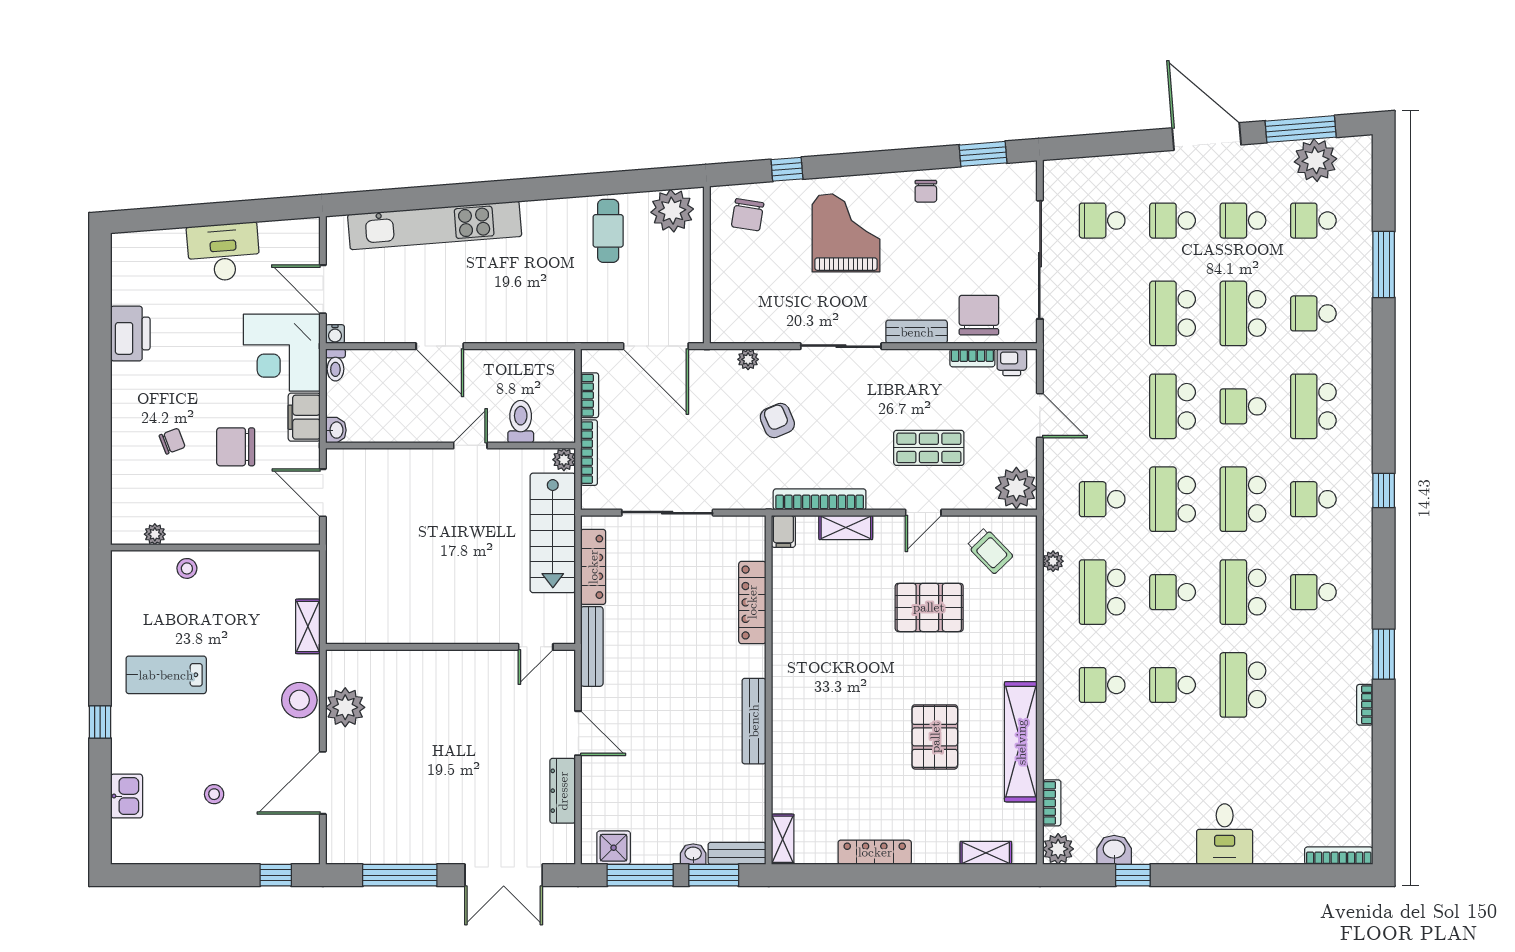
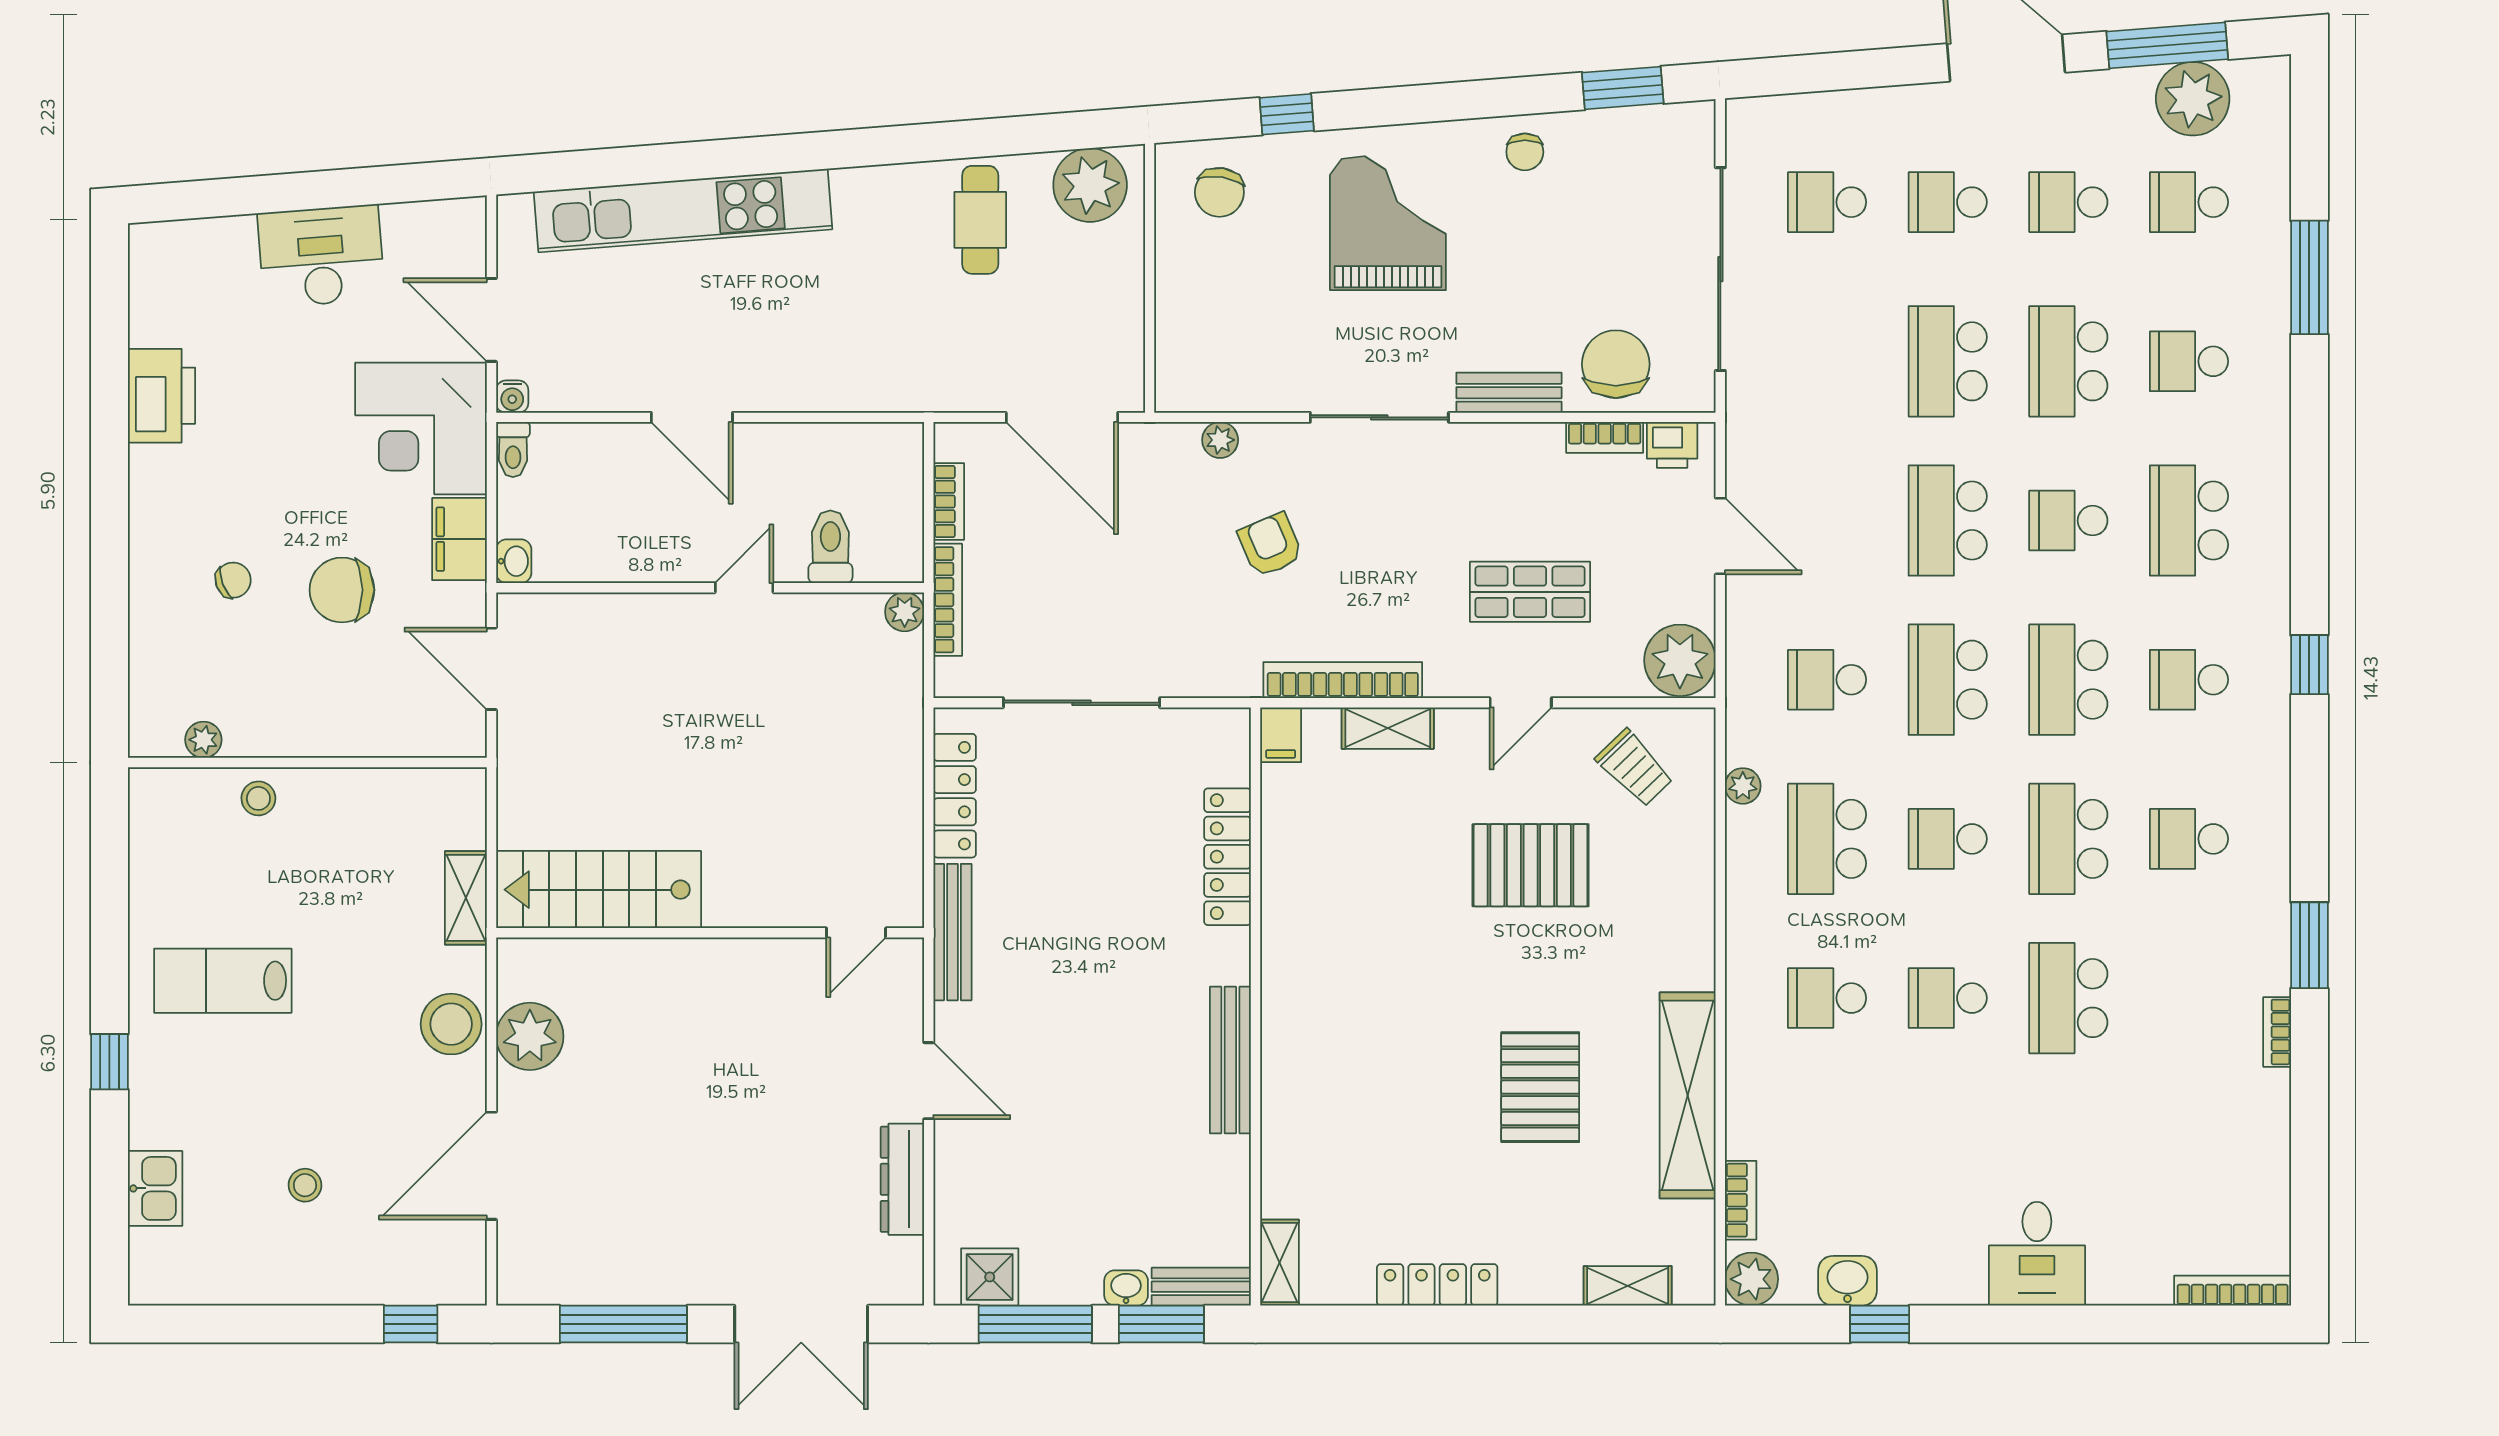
stairs: (553, 533) -> (599, 890), moved, turned 90

